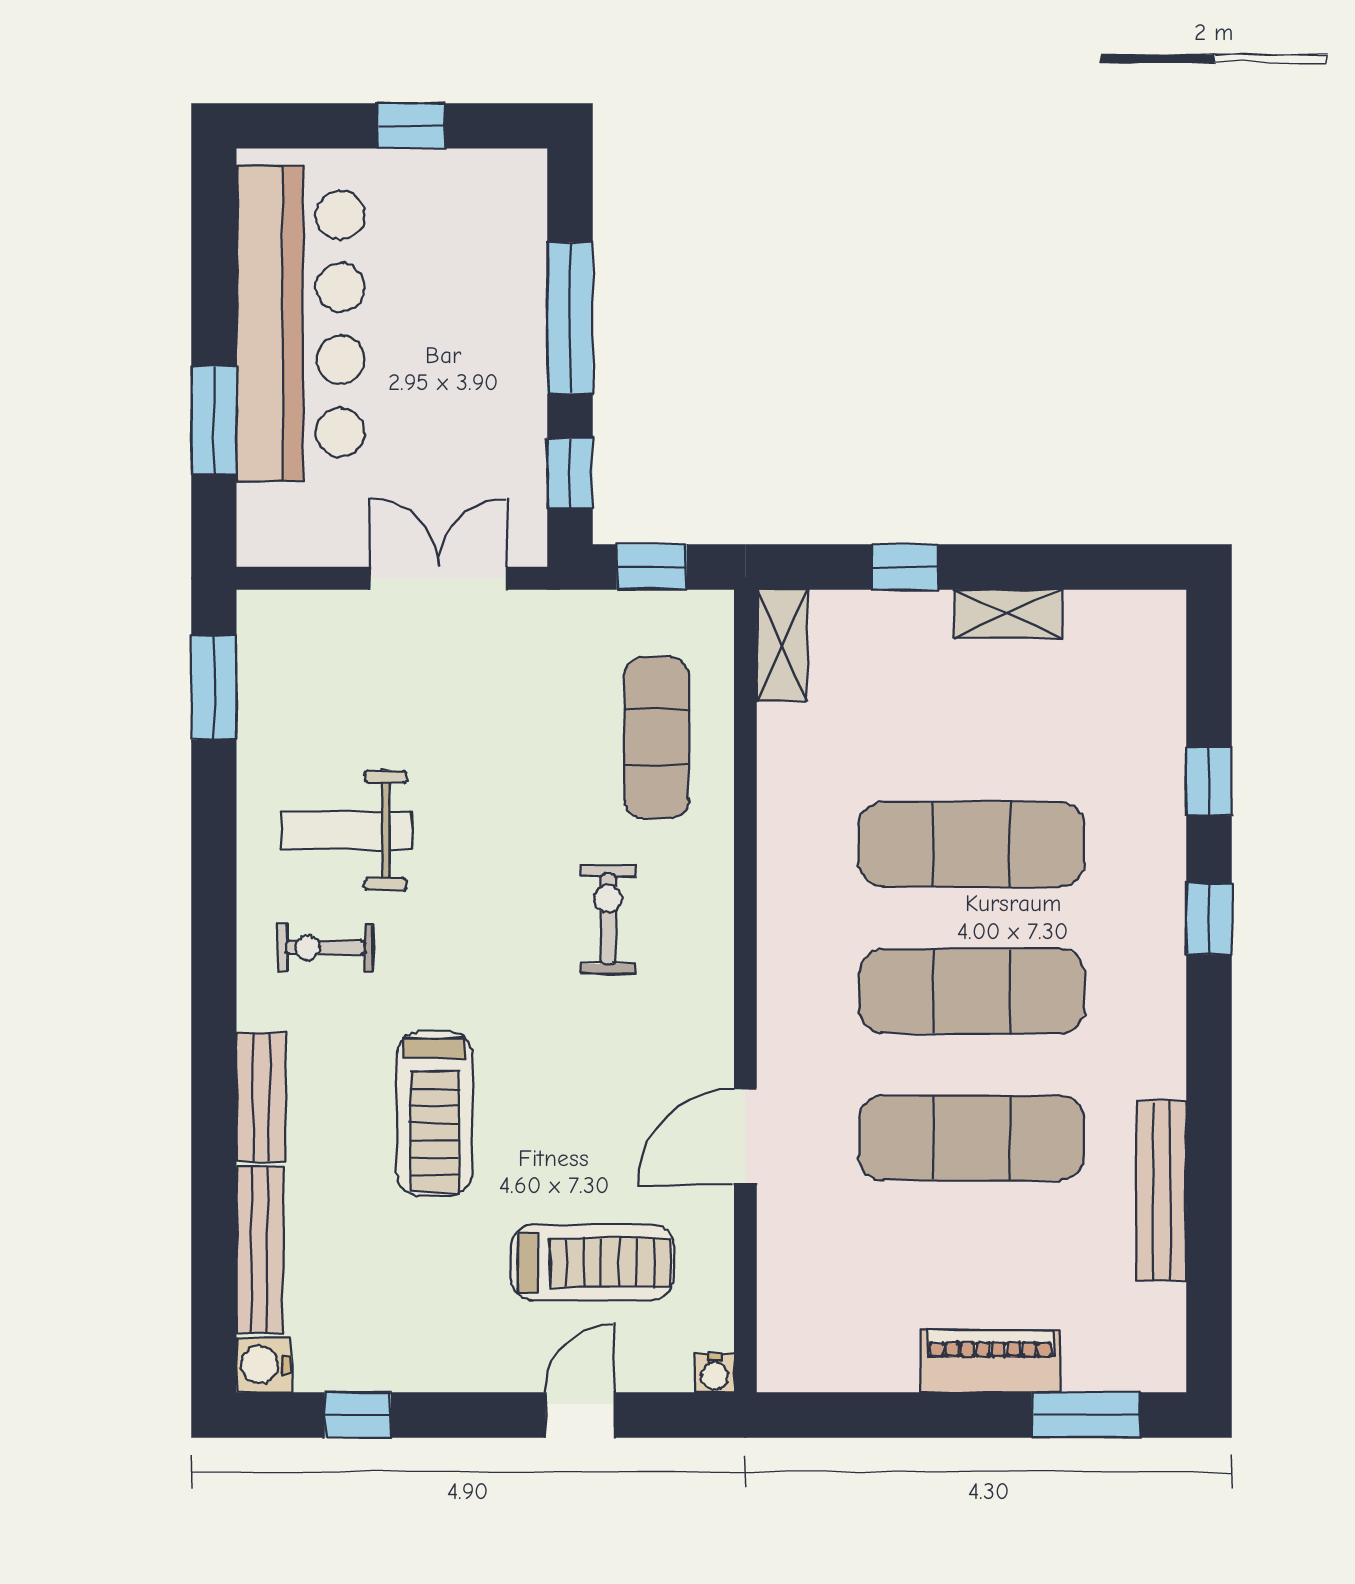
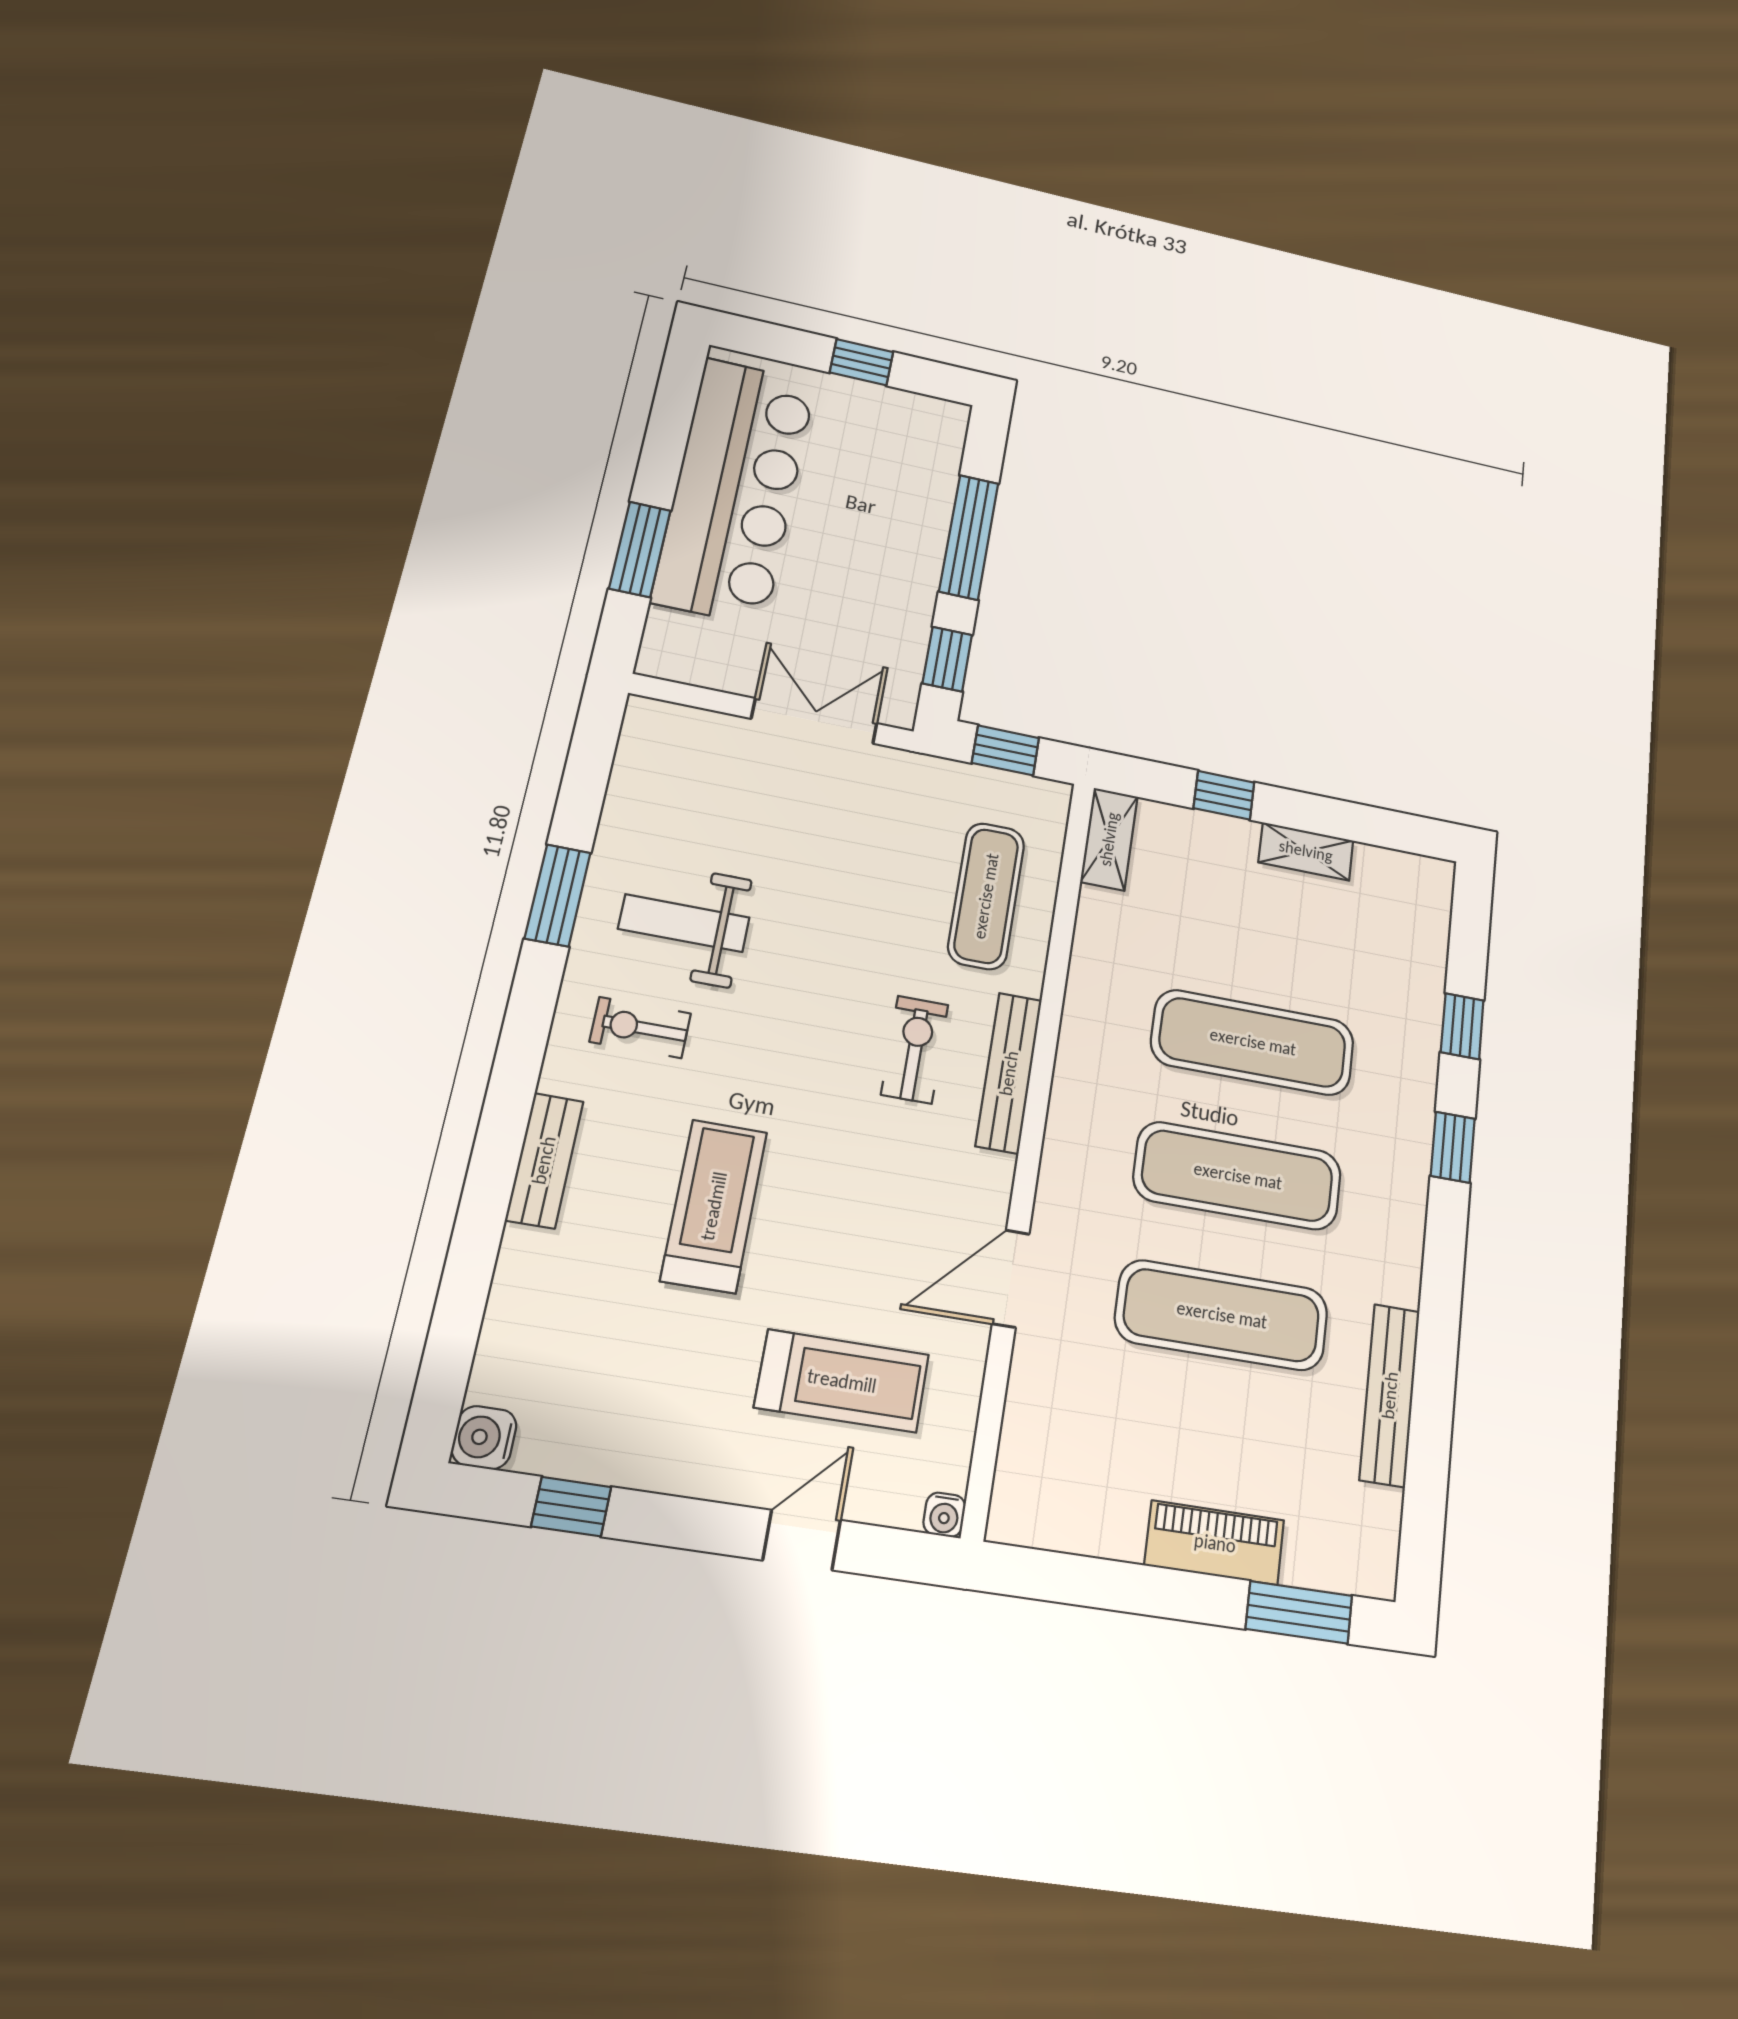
window: (214, 688) -> (558, 895), moved
treadmill: (435, 1114) -> (714, 1206), turned 180
bench: (260, 1250) -> (1009, 1073), moved

